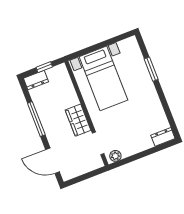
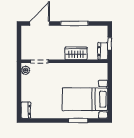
bed with nightstands: (103, 78) -> (85, 99), moved
dresser: (36, 80) -> (103, 51), moved
wardrobe: (78, 120) -> (76, 53), moved

